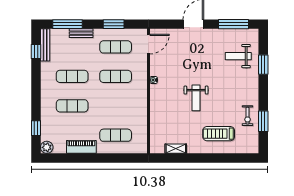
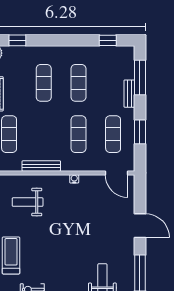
bench: (45, 45) -> (41, 166), moved
weight bench: (196, 98) -> (28, 202), moved

